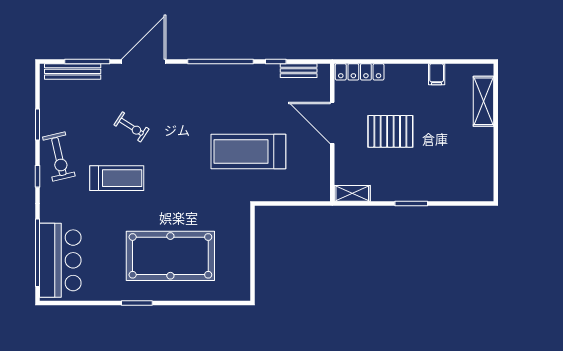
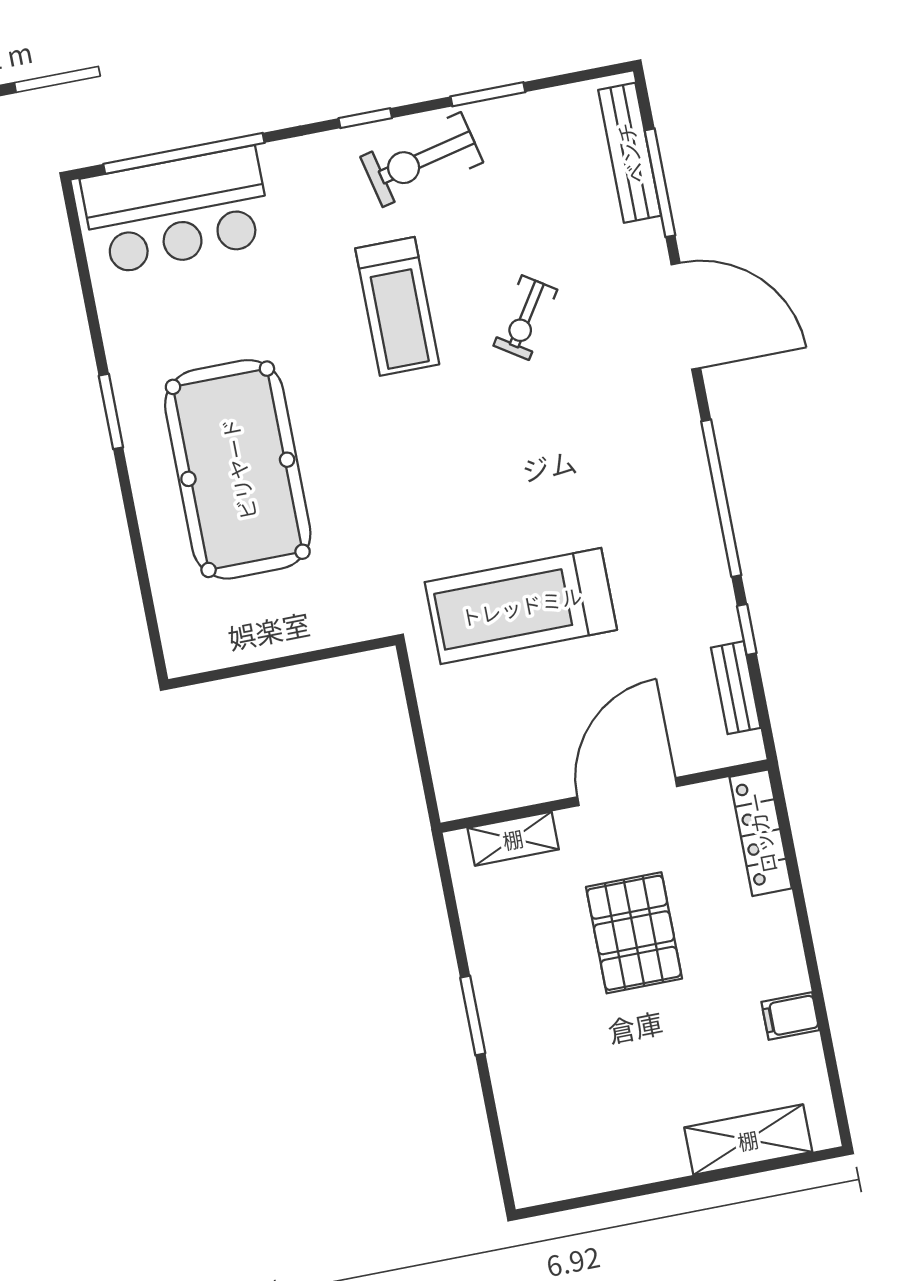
treadmill: (248, 152) -> (521, 606), turned -90
shelving: (352, 193) -> (513, 839), moved, turned 90

